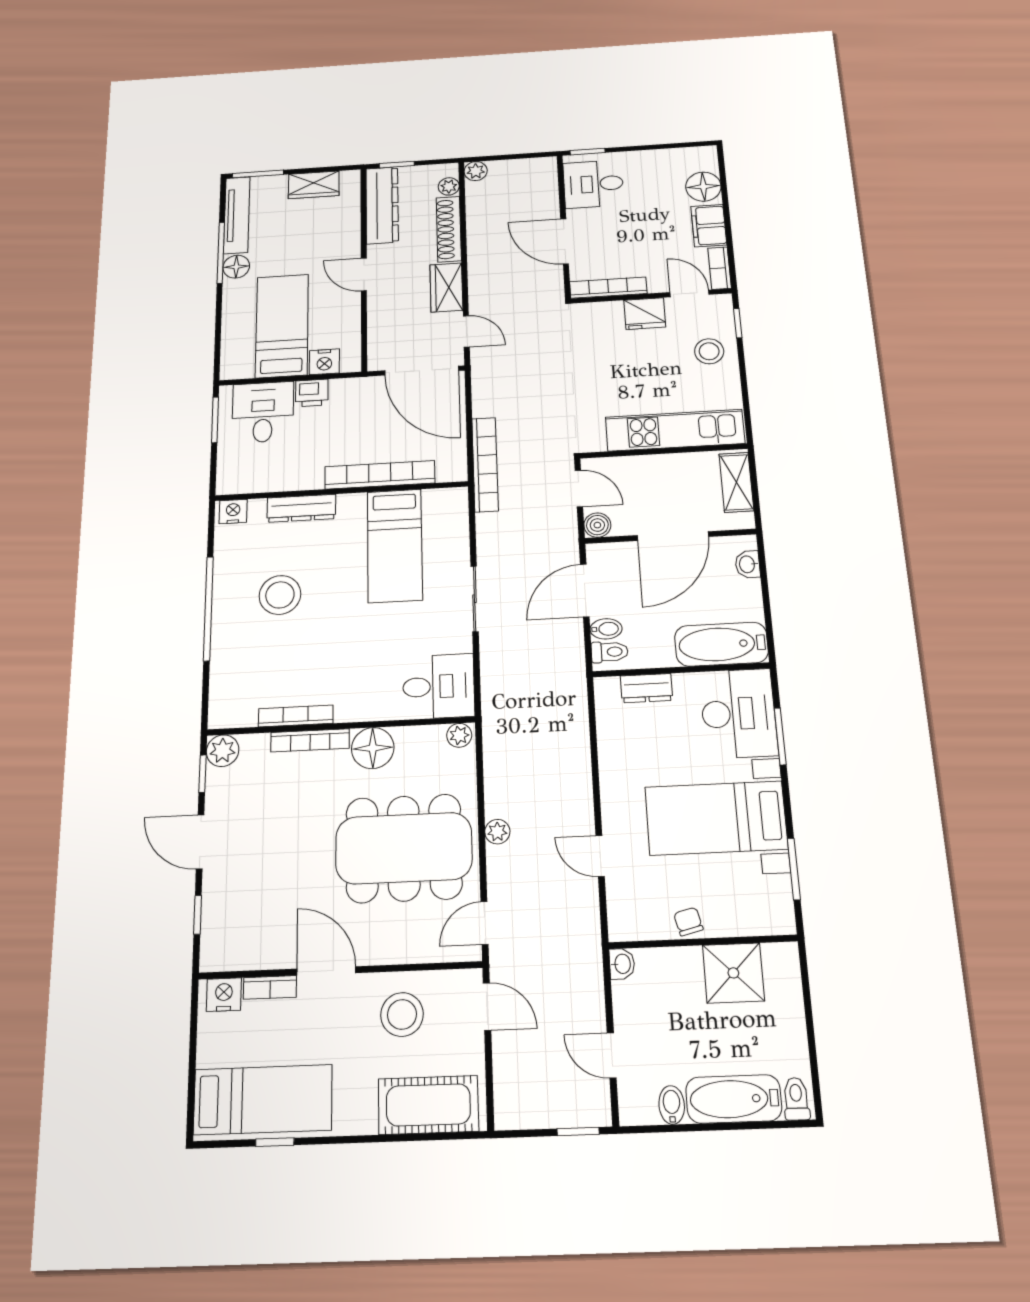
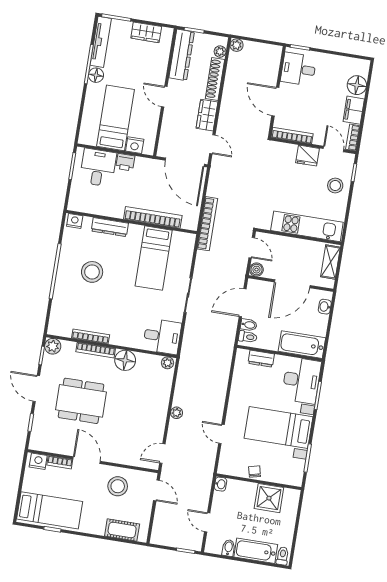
dining table: (404, 848) -> (81, 401), moved, width x0.73, depth x0.80
cot: (428, 1105) -> (122, 530), width x0.73, depth x0.75

